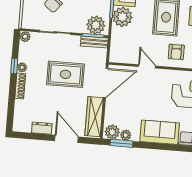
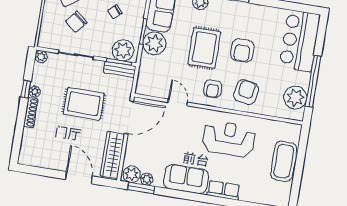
dresser: (42, 128) -> (51, 163), removed

